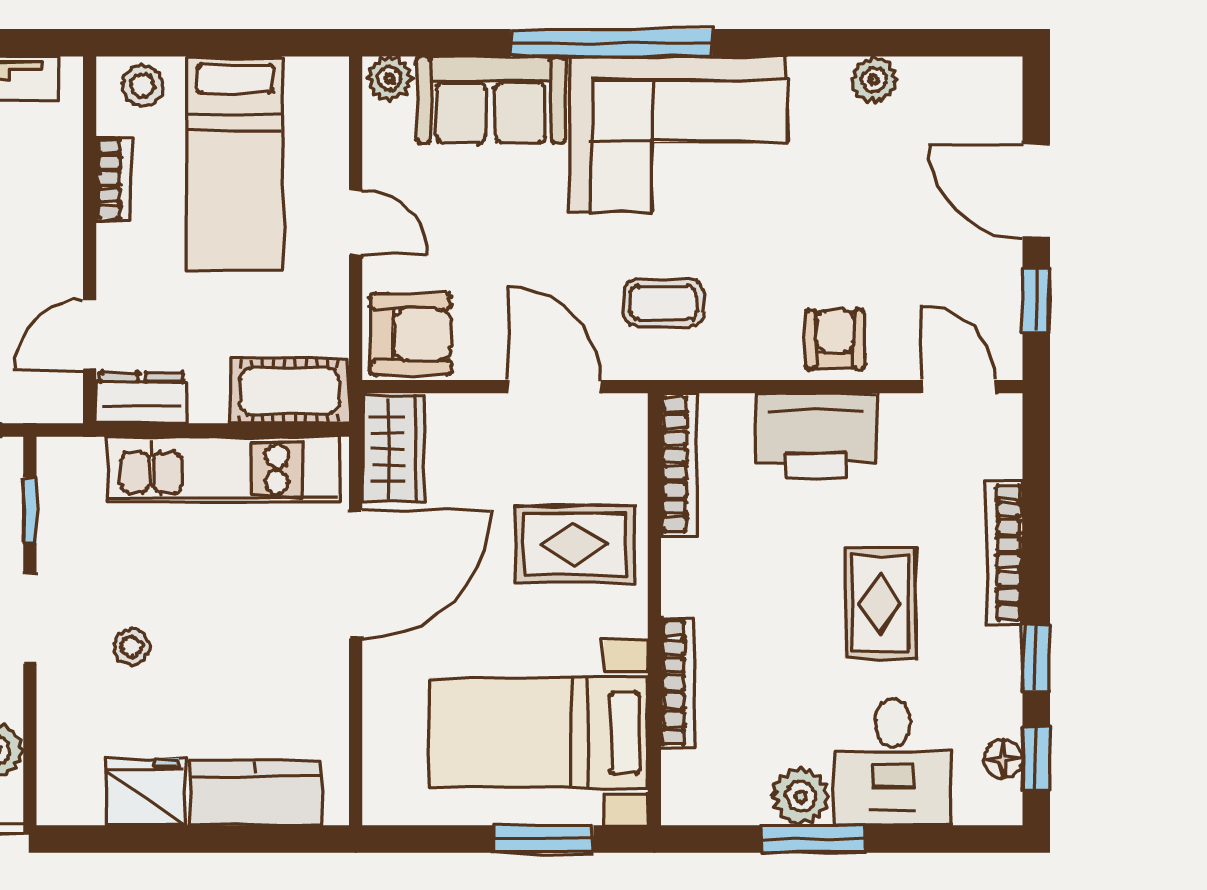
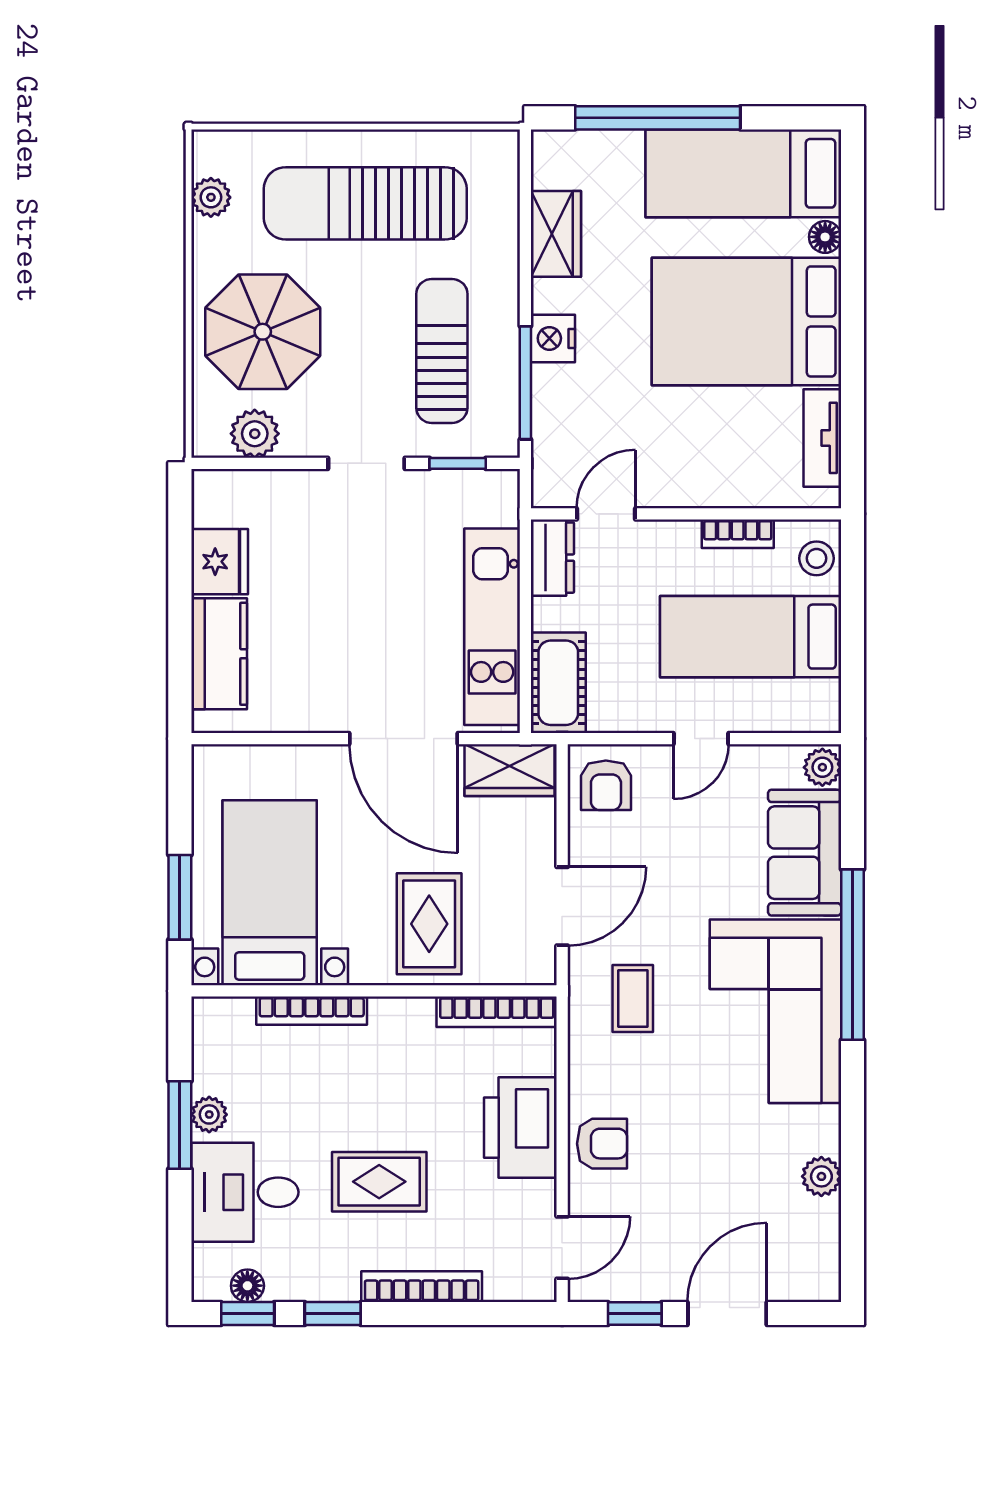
door: (90, 335) -> (606, 514), hinge flipped
armchair: (411, 335) -> (606, 785), width x0.72, depth x0.72
stool: (132, 647) -> (342, 549), removed
plant: (801, 796) -> (209, 1114), width x0.73, depth x0.73

